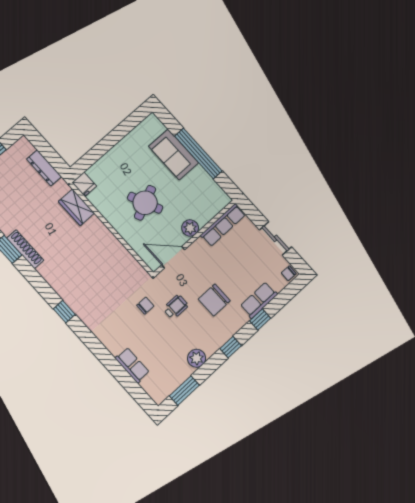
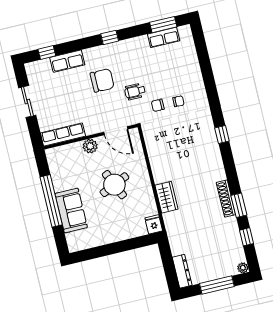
dresser: (44, 168) -> (182, 271), moved
wardrobe: (76, 207) -> (167, 197), moved
chair: (289, 273) -> (178, 101), moved
window: (260, 319) -> (47, 53), moved
plant: (197, 358) -> (141, 44), removed
row of seats: (132, 365) -> (164, 37), moved, turned -90

